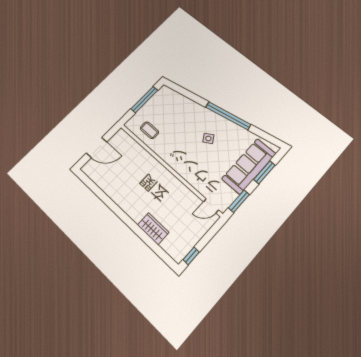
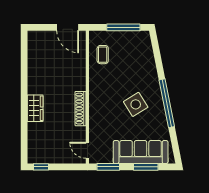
side table: (208, 138) -> (136, 104), width x1.87, depth x1.87
door: (97, 148) -> (68, 27), moved
shoe rack: (174, 182) -> (81, 109), added
wardrobe: (153, 229) -> (35, 108), moved

